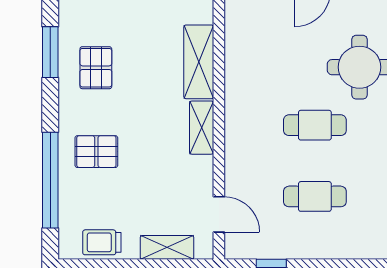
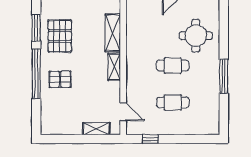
pallet: (96, 68) -> (60, 36), width x1.50, depth x1.42
window: (50, 180) -> (36, 74), moved
trolley: (102, 242) -> (63, 126), removed

